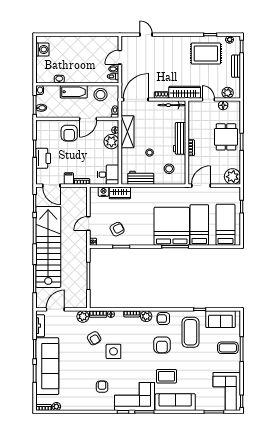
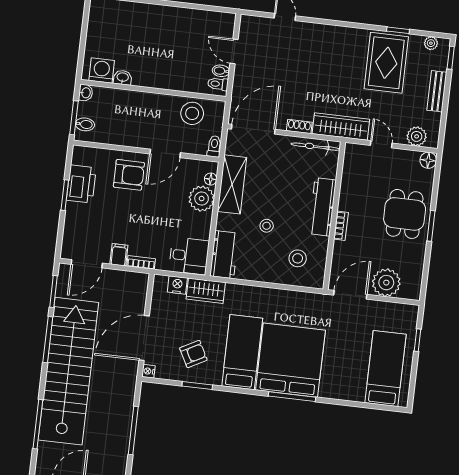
washing machine: (42, 50) -> (102, 70), moved, turned -90
rug: (206, 54) -> (386, 63), turned 90
door: (120, 57) -> (234, 51), hinge flipped
bathtub: (74, 92) -> (146, 103), removed
floor lamp: (223, 105) -> (428, 160), moved
armchair: (69, 133) -> (129, 175), turned -90
printer: (43, 158) -> (81, 184), moved
plant: (232, 177) -> (386, 283), moved
workbench: (141, 178) -> (224, 255), moved, turned 90
door: (51, 186) -> (87, 264), hinge flipped
door: (88, 223) -> (144, 338), width x1.87
bed: (199, 225) -> (242, 352), moved

